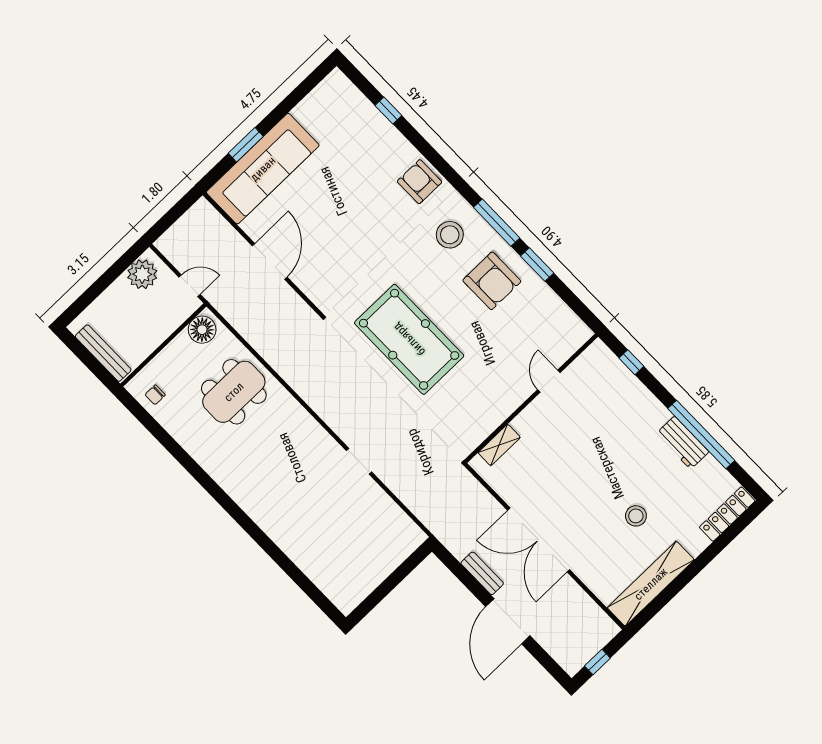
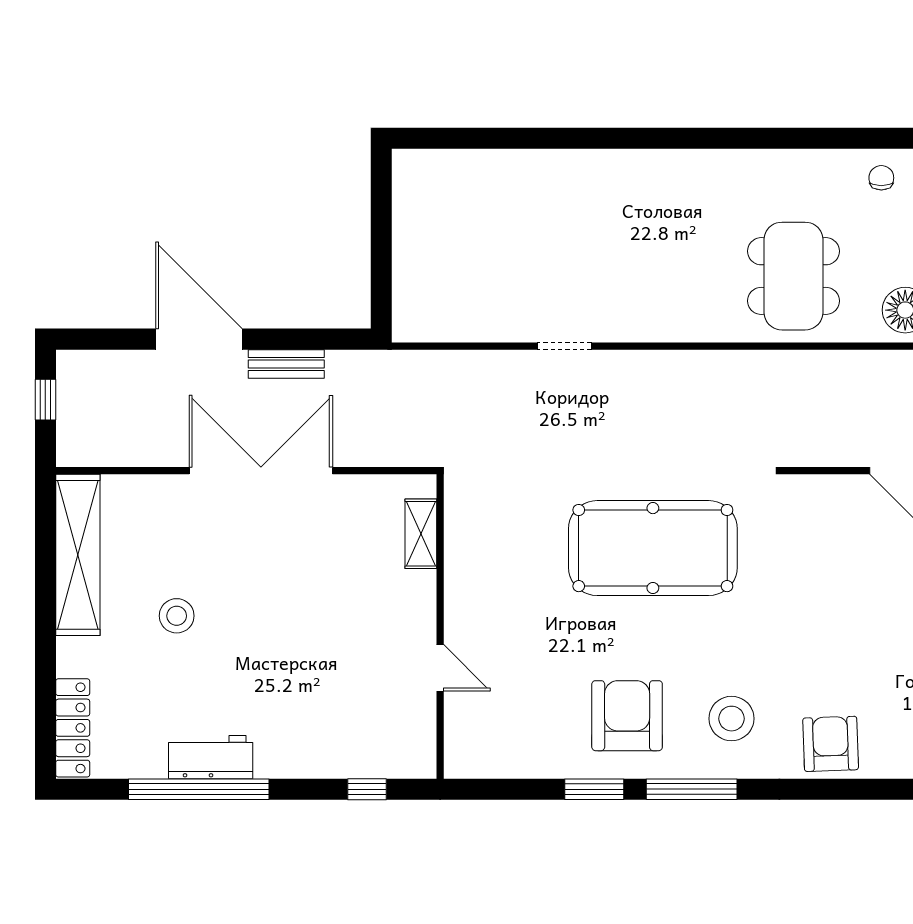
armchair: (420, 182) -> (831, 744), turned -92
armchair: (492, 281) -> (627, 716), turned 90

